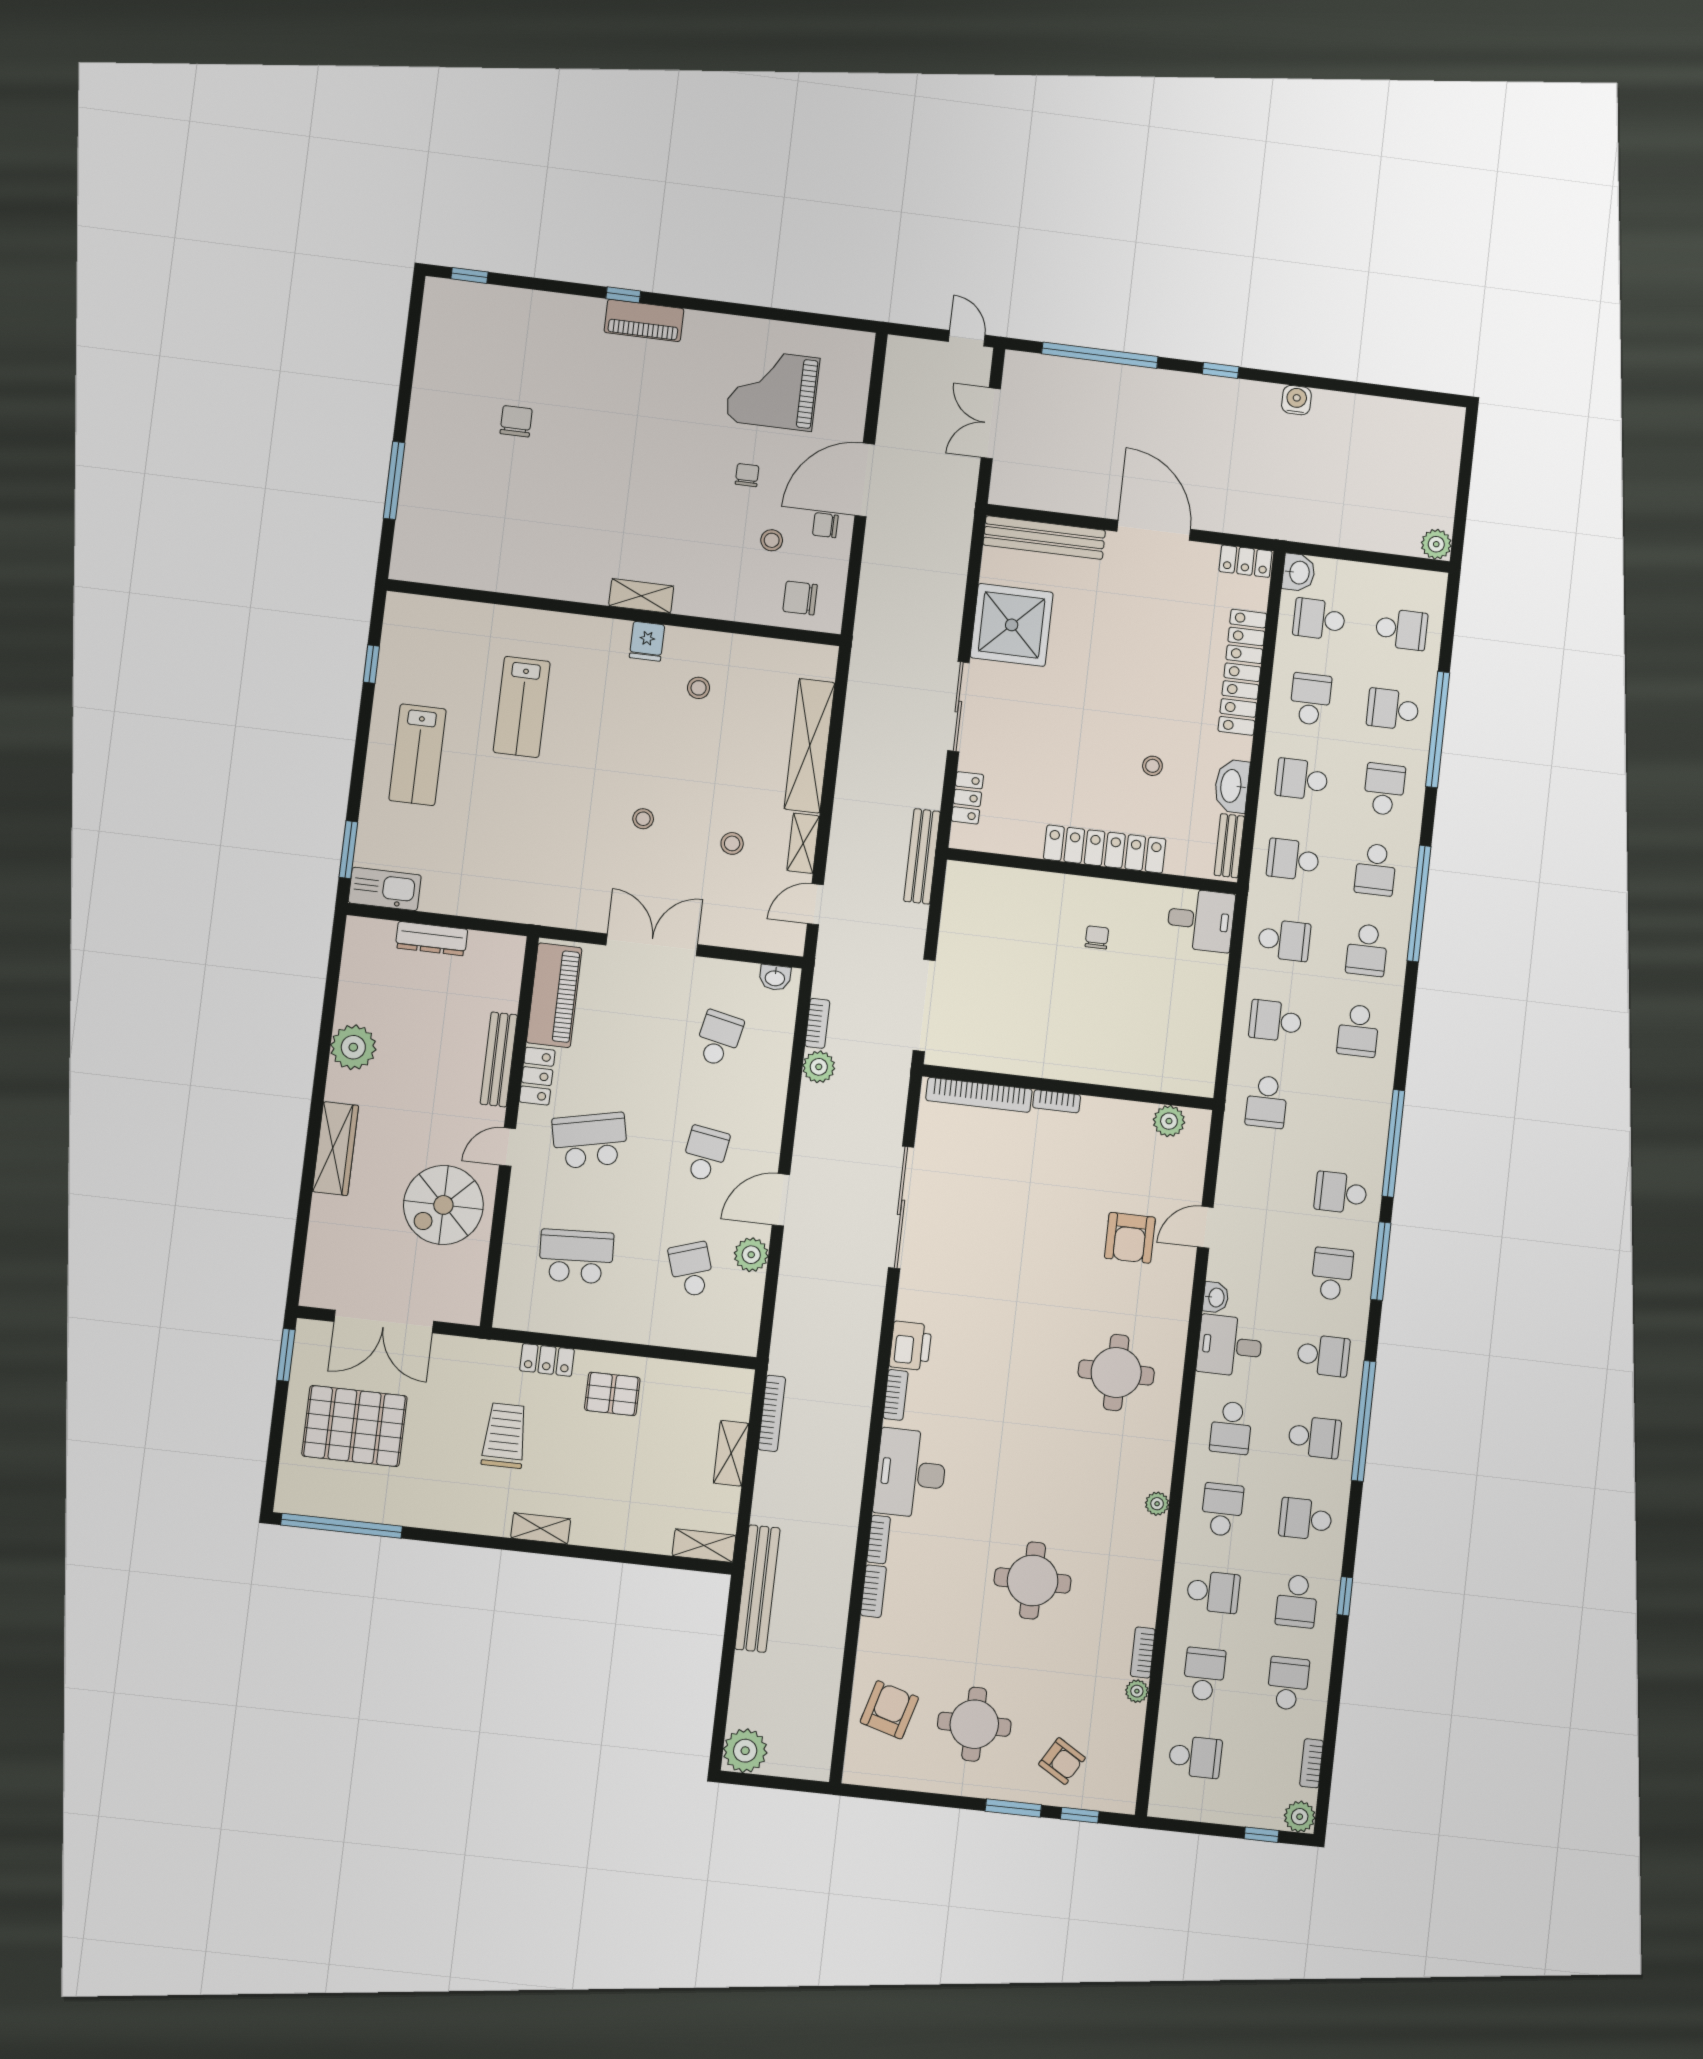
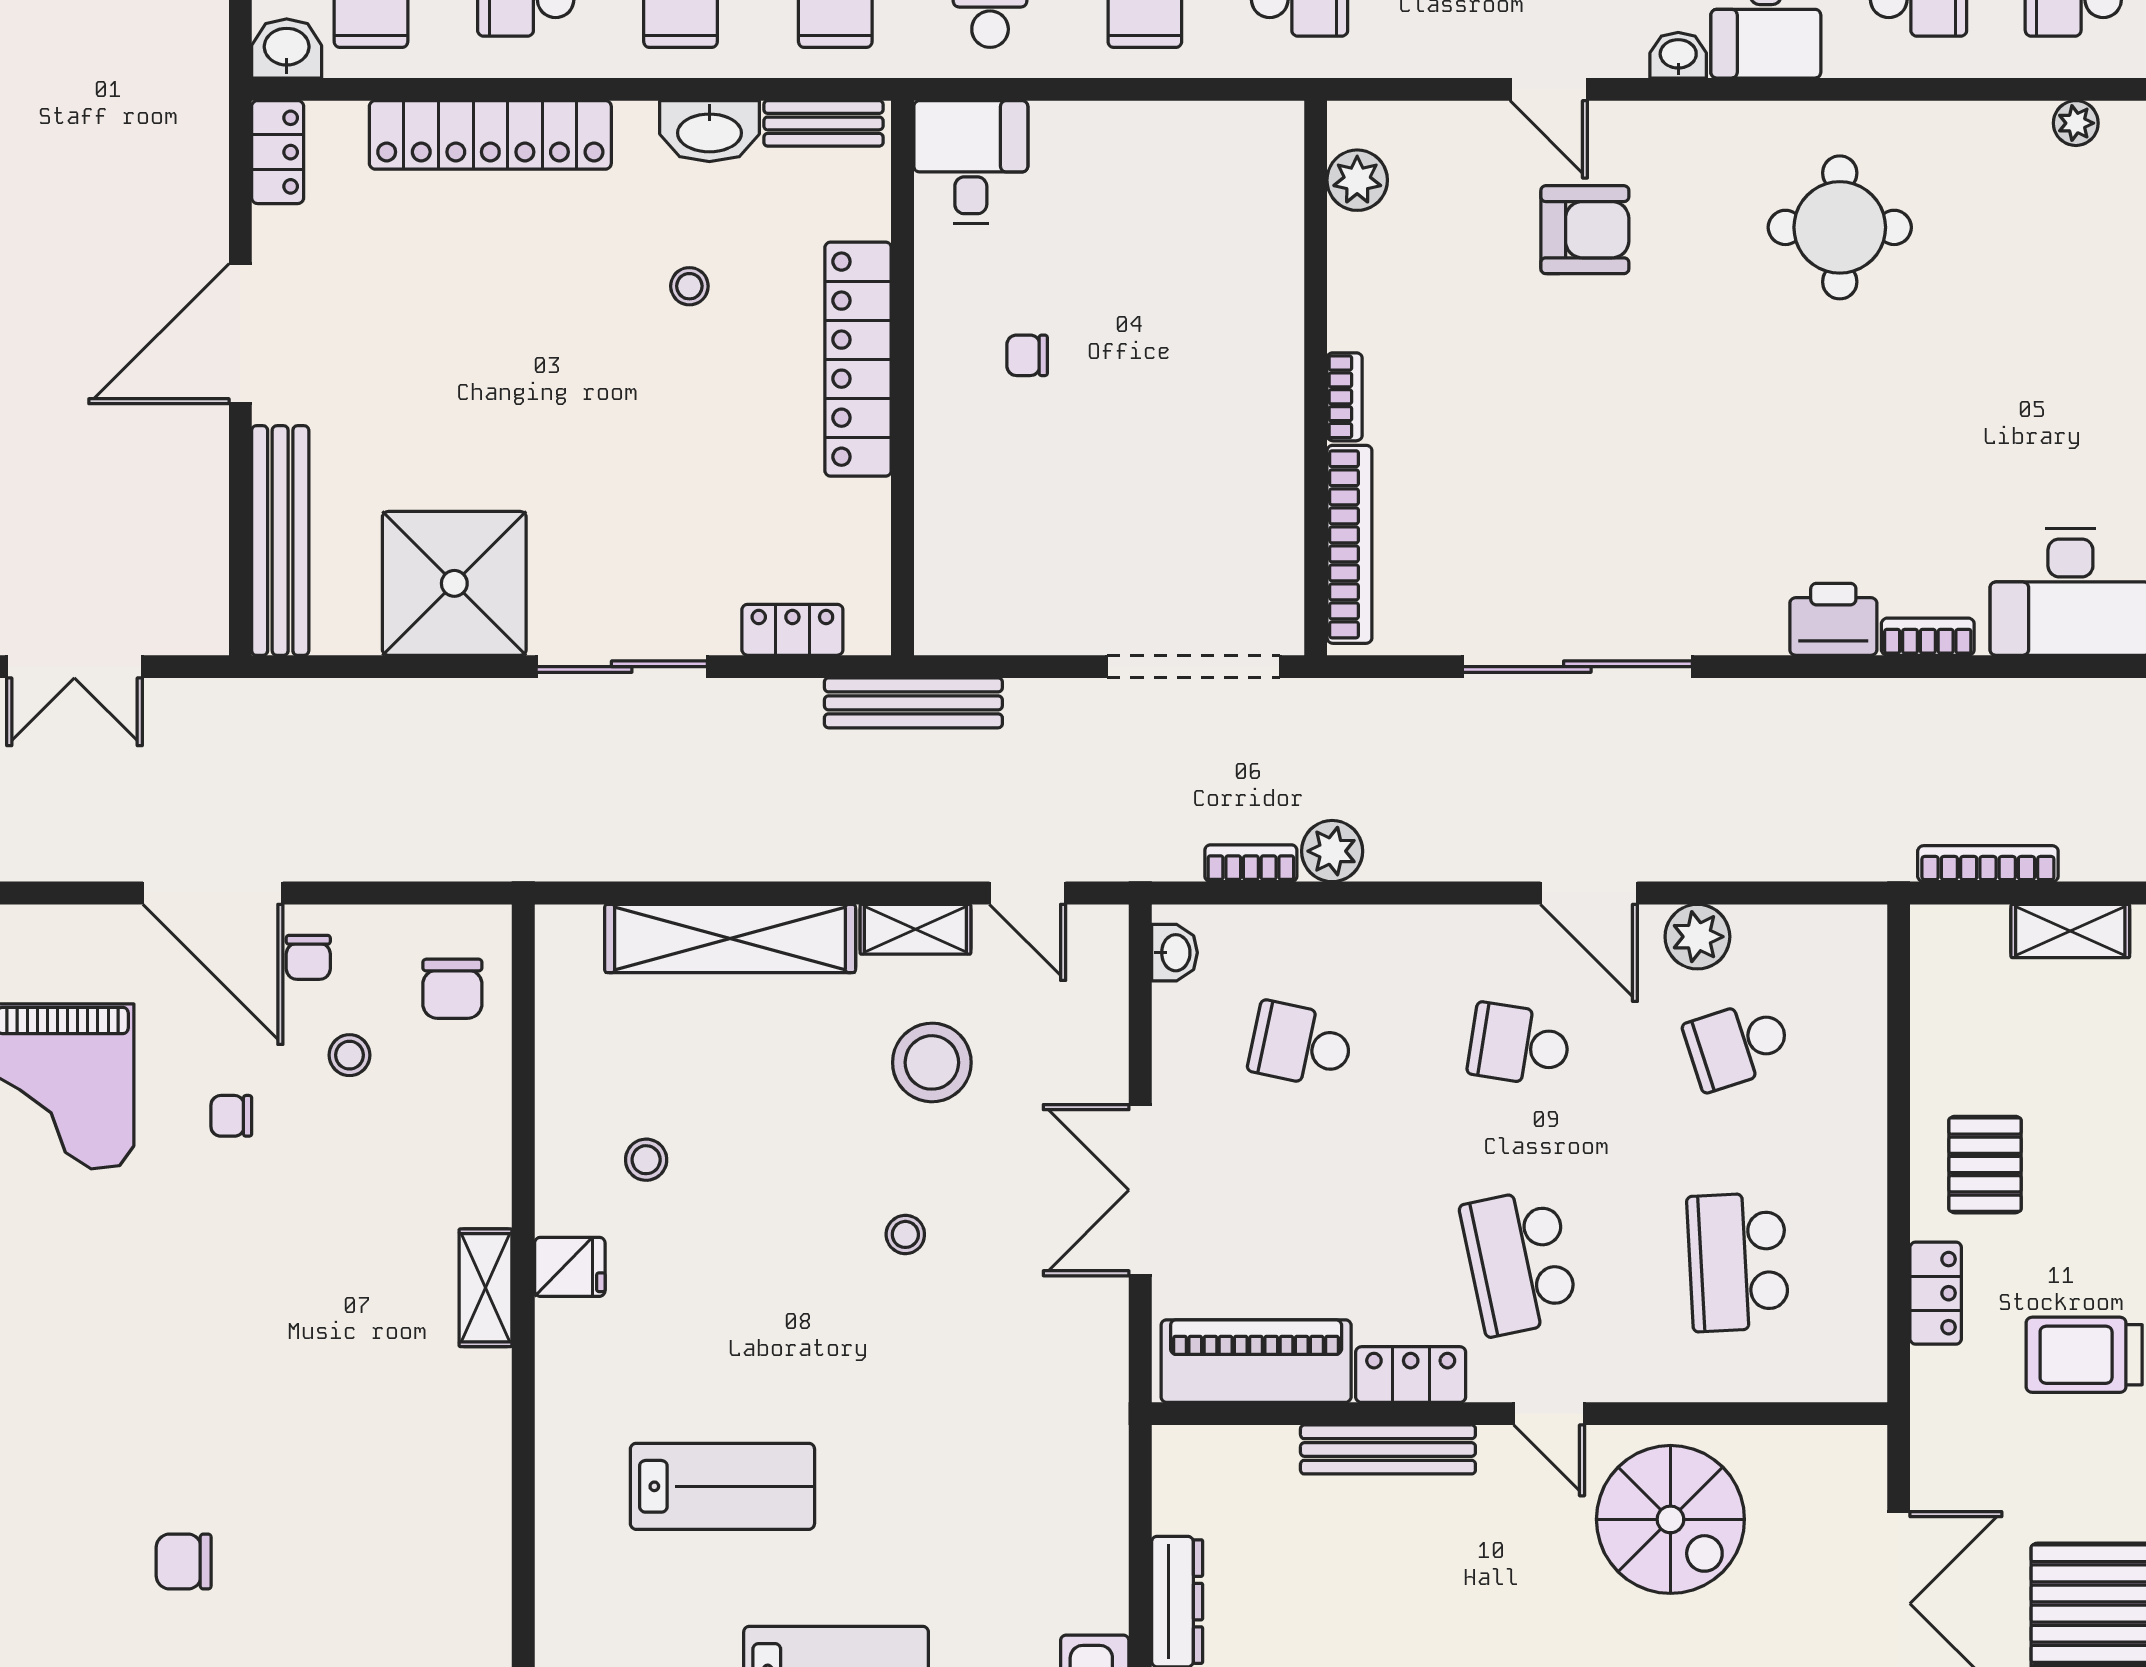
stool: (732, 843) -> (932, 1062), width x1.89, depth x1.89

